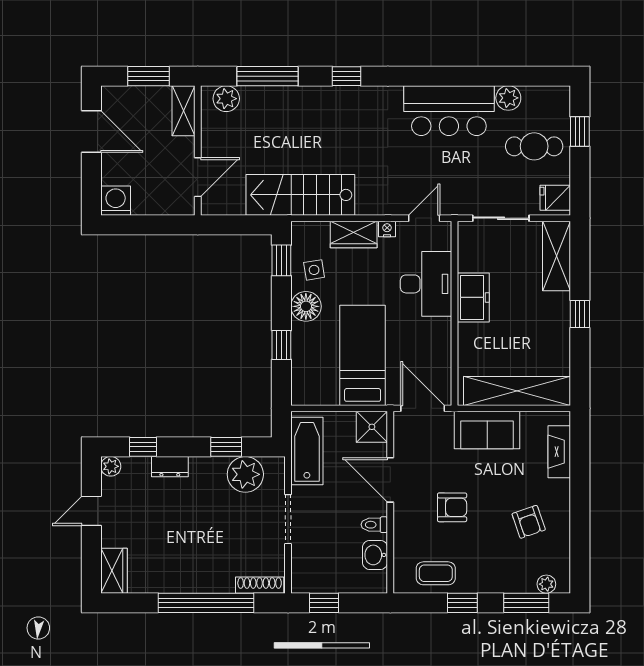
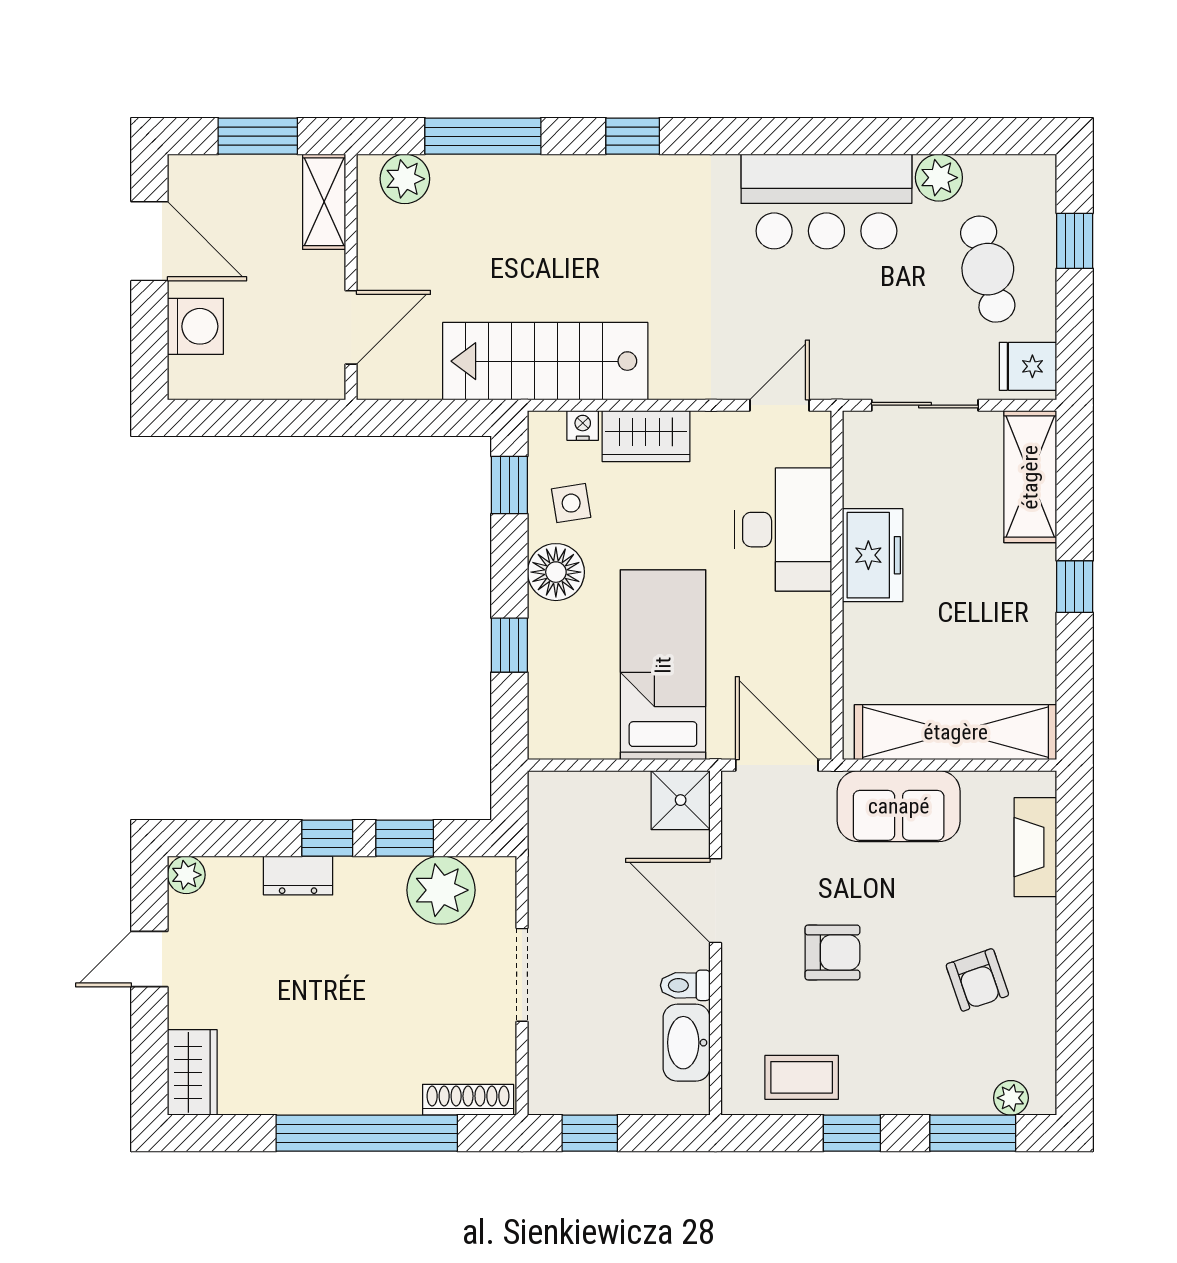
cafe table: (534, 146) -> (988, 269), turned 76
washing machine: (116, 201) -> (195, 326), moved, turned 90
nightstand: (387, 229) -> (583, 425), moved
window: (143, 447) -> (327, 838), moved
bathtub: (307, 451) -> (558, 846), removed
washbasin: (375, 555) -> (687, 1043), width x1.38

